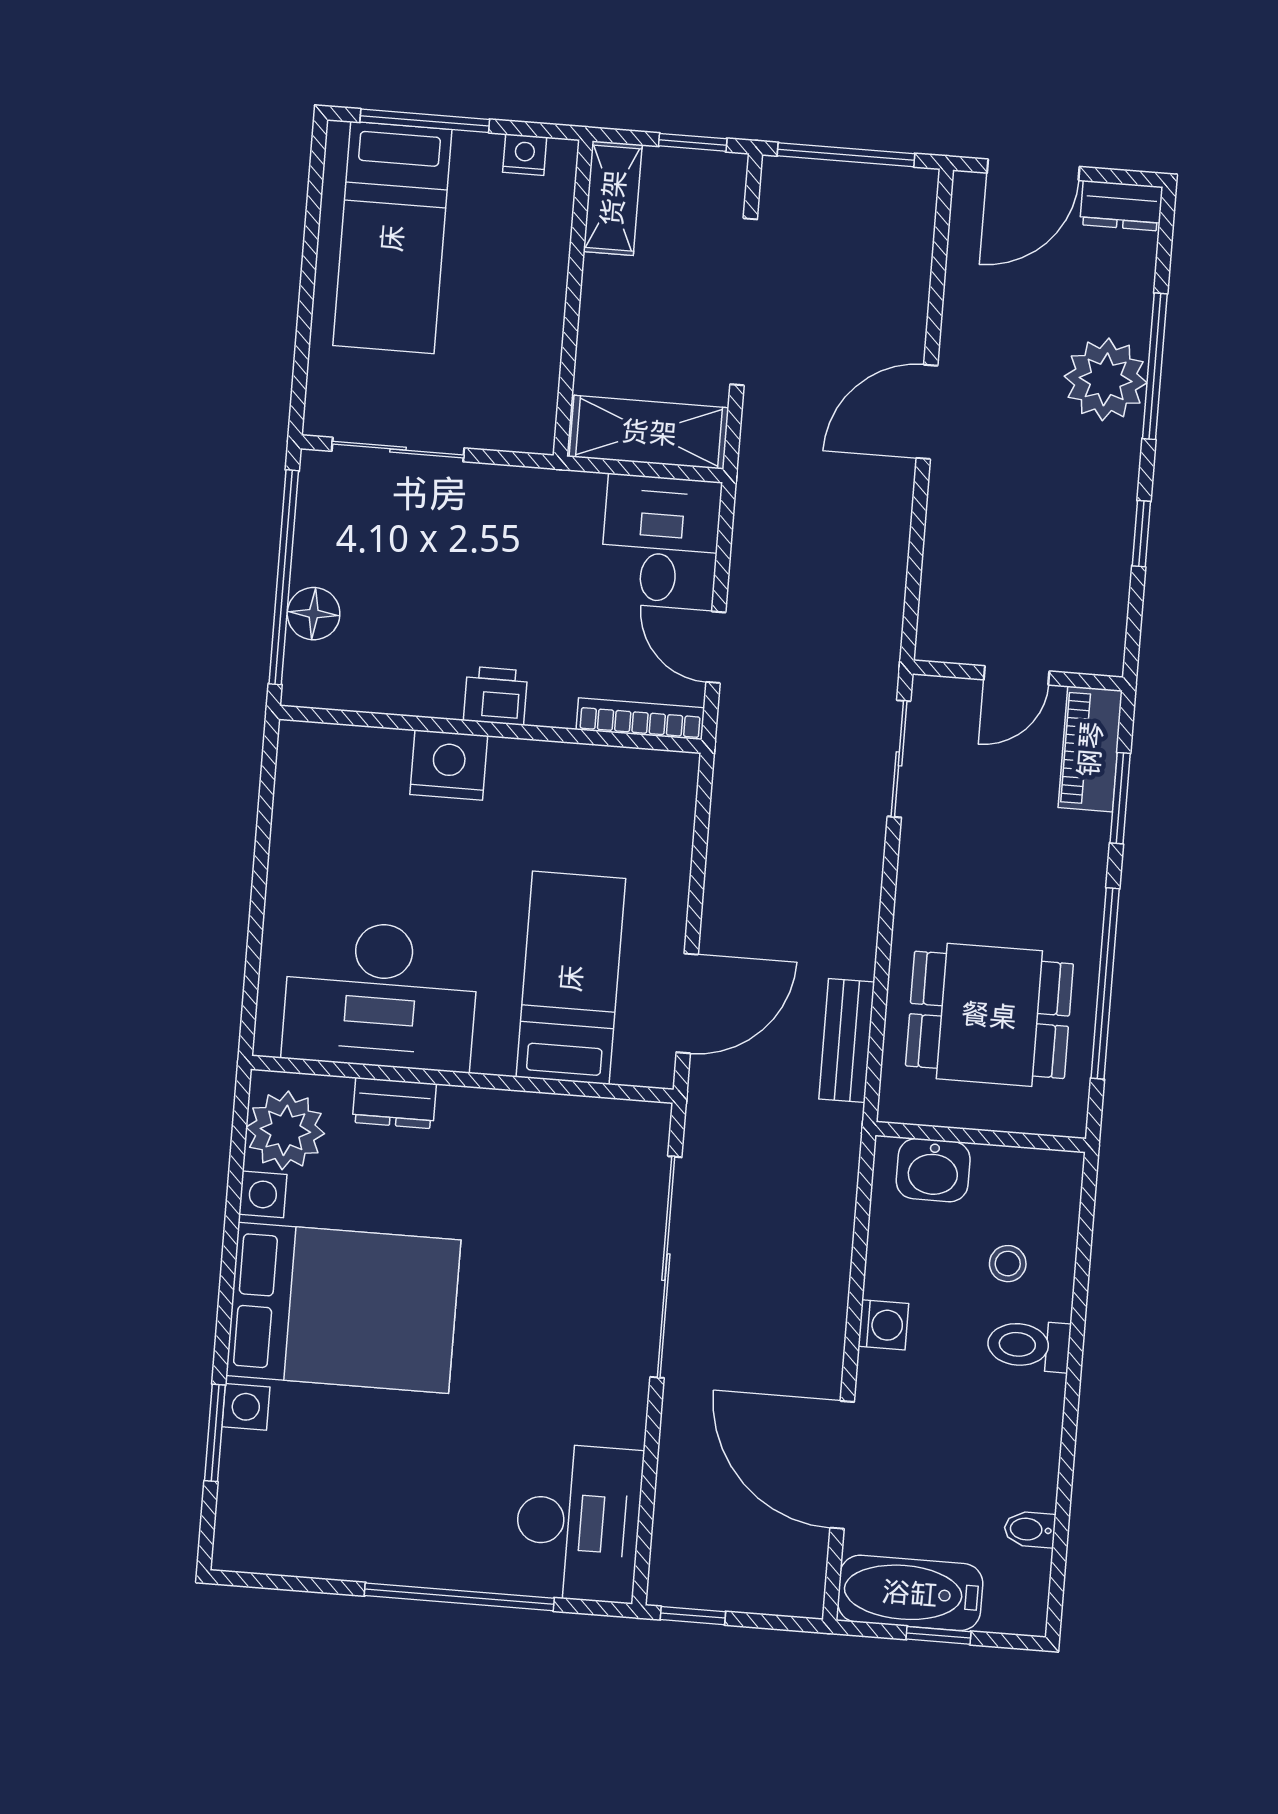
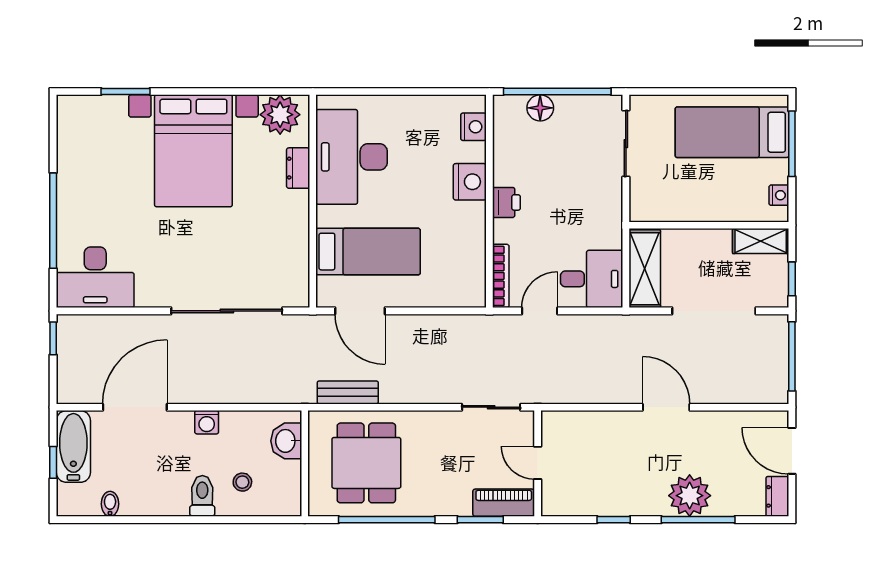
nightstand: (340, 749) -> (473, 127), added

